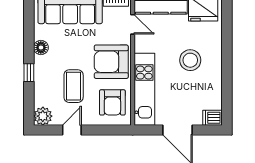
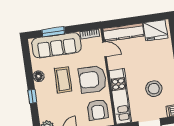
stool: (190, 60) -> (154, 89), moved
coffee table: (74, 86) -> (63, 80), moved

